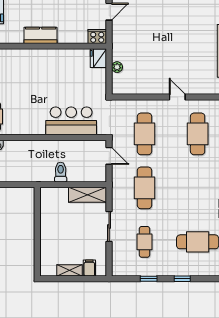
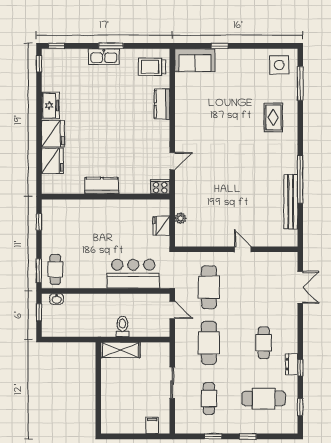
fridge: (98, 58) -> (161, 226), moved
cafe table: (198, 134) -> (264, 343), moved, width x0.73, depth x0.74
shelving: (87, 195) -> (120, 350), moved
shelving: (70, 270) -> (132, 428), removed

